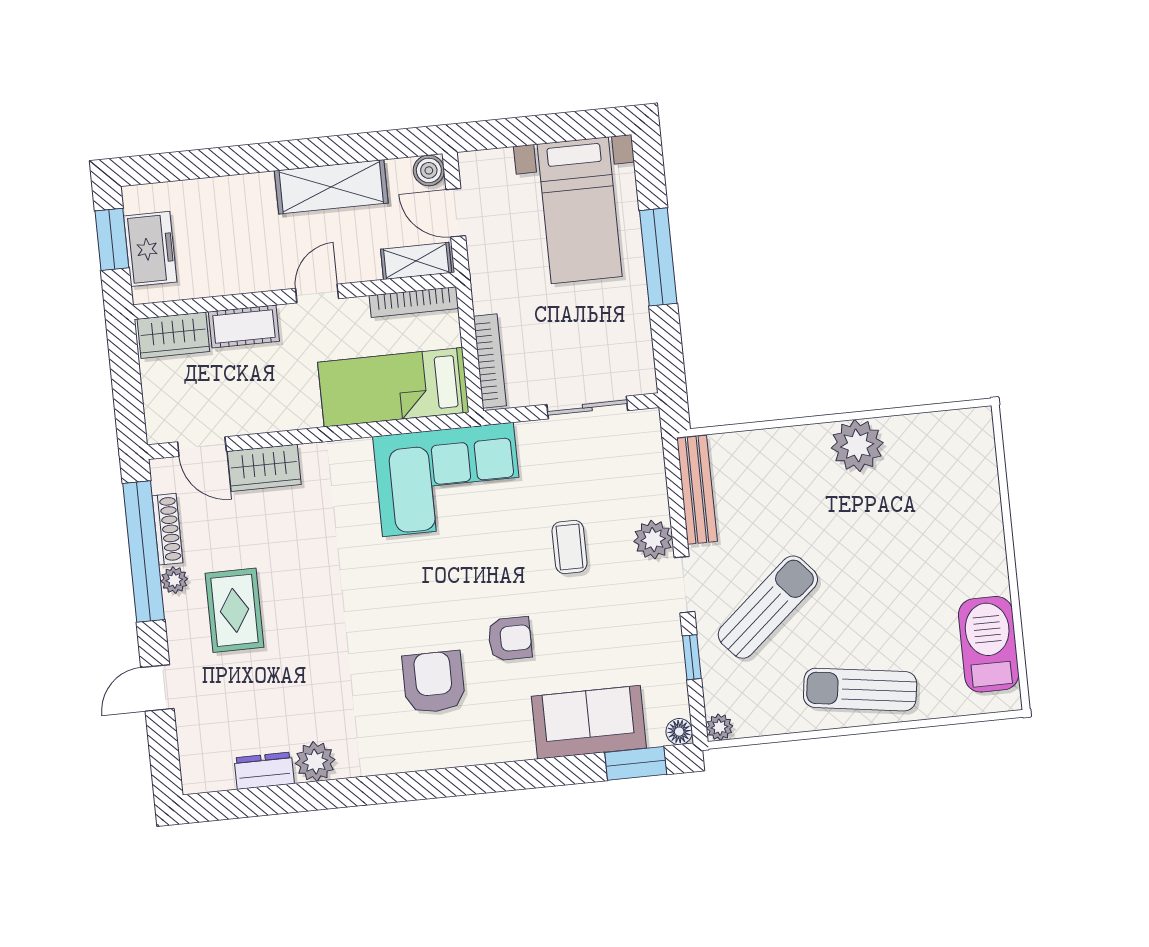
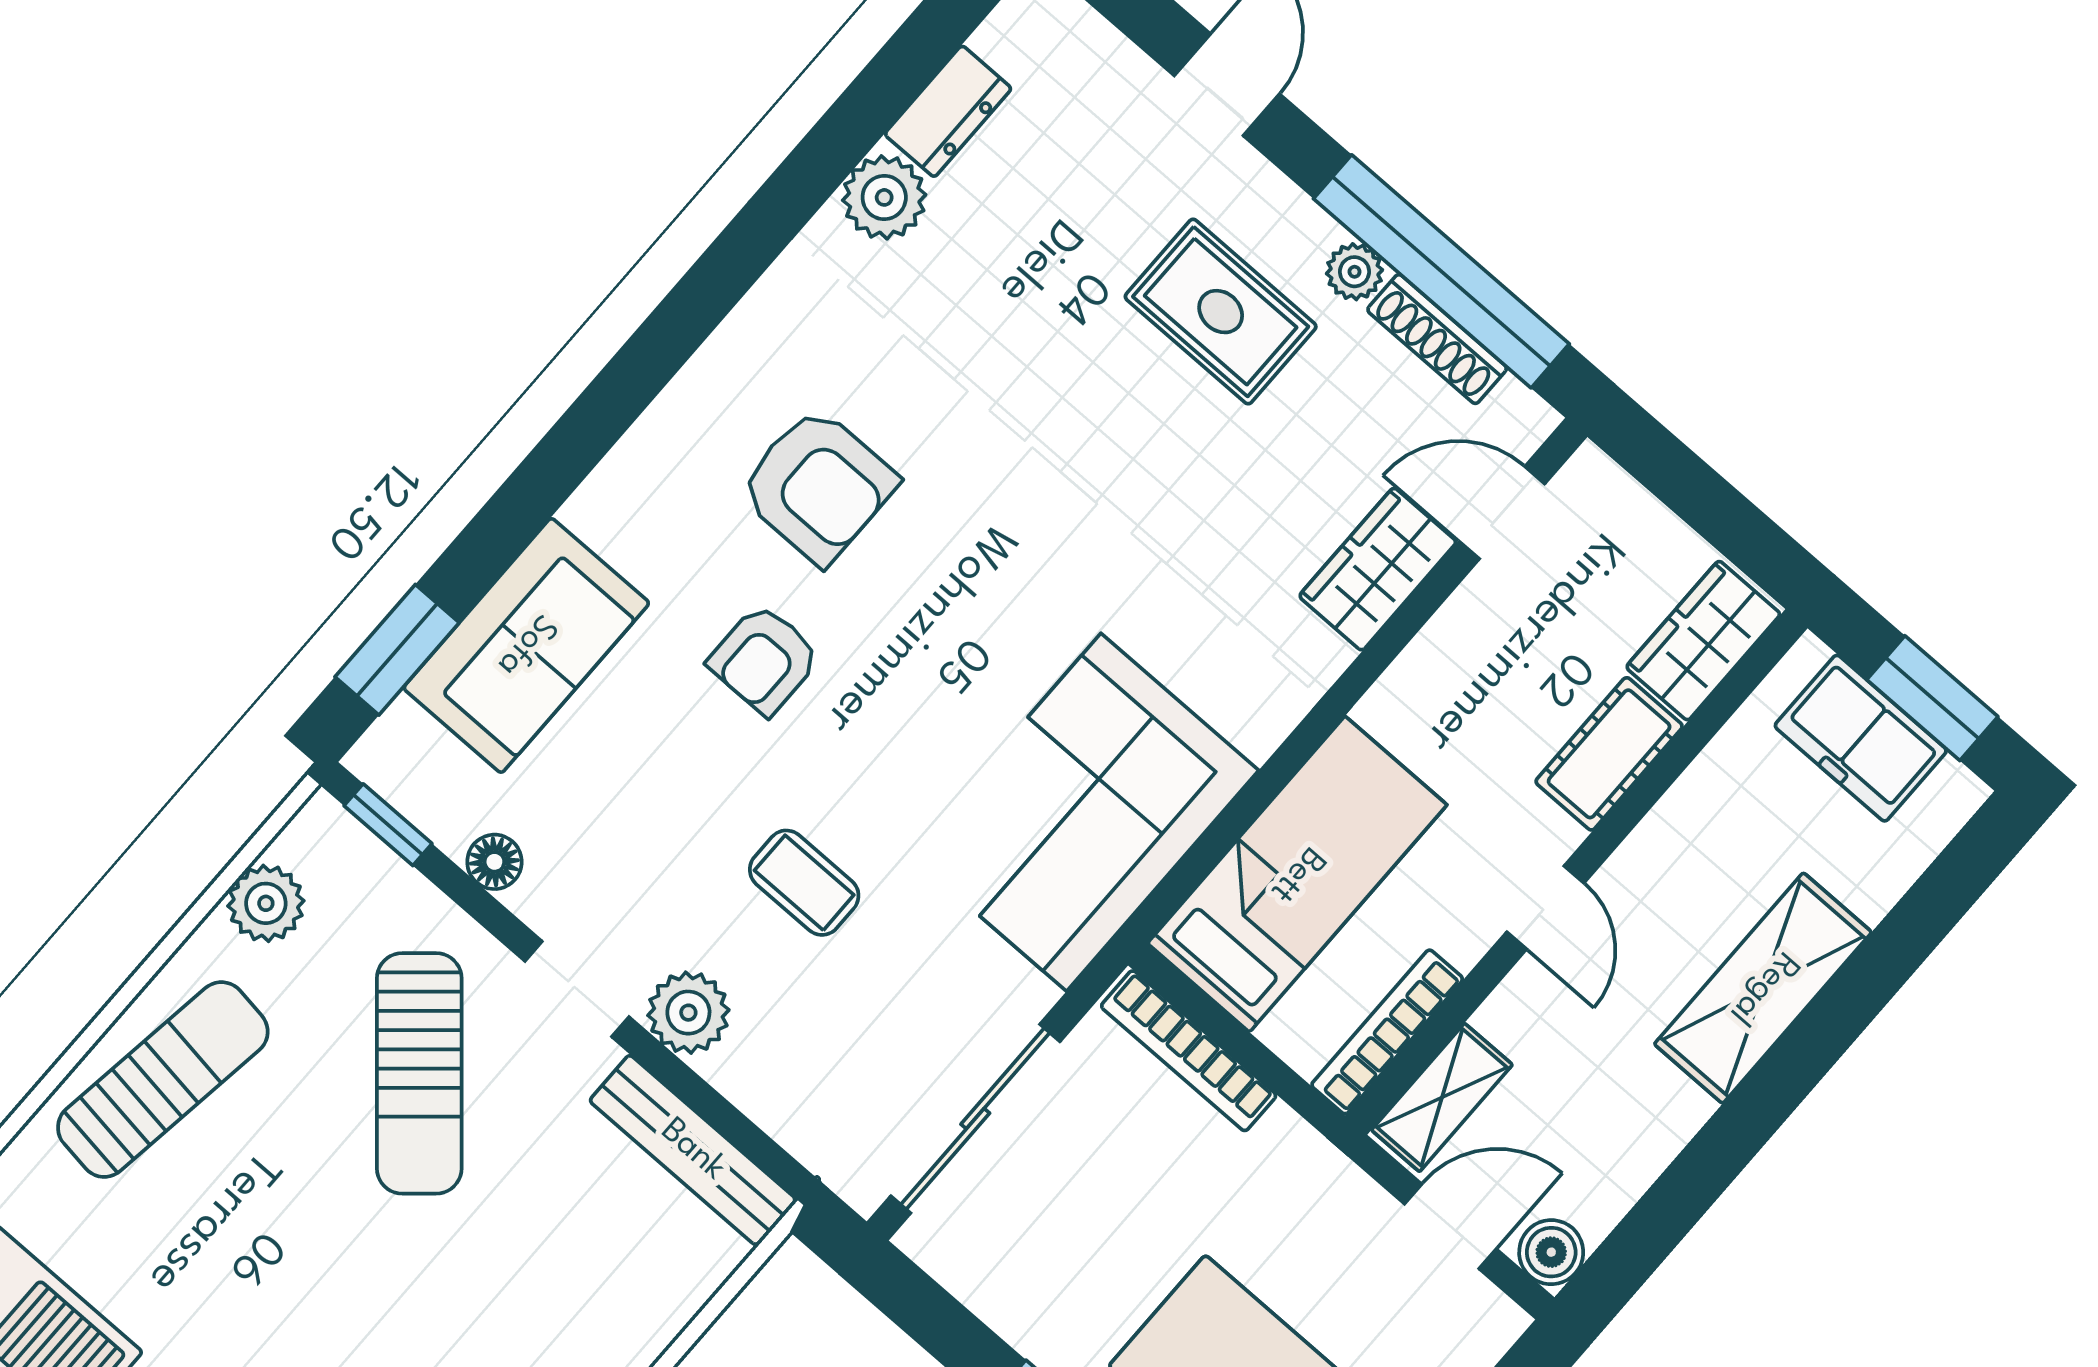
shelving: (331, 187) -> (1763, 988), moved
sliding door: (587, 408) -> (975, 1119), width x1.37
window: (692, 657) -> (388, 825), moved
plant: (720, 727) -> (266, 903), moved, width x1.38, depth x1.38
floor lamp: (679, 732) -> (494, 862), moved

